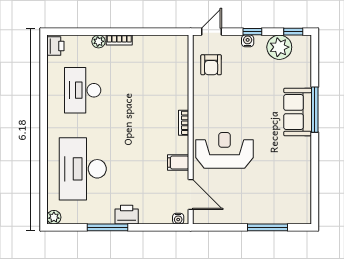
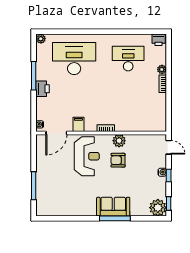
plant: (279, 47) -> (158, 208), moved
armchair: (211, 65) -> (118, 160), moved
plant: (202, 103) -> (119, 141), added

